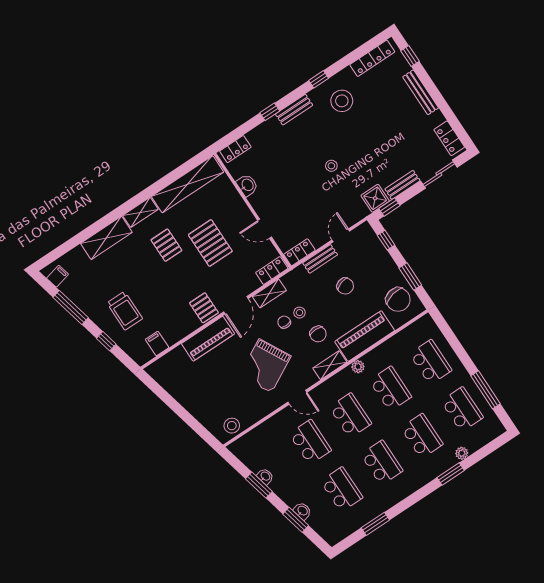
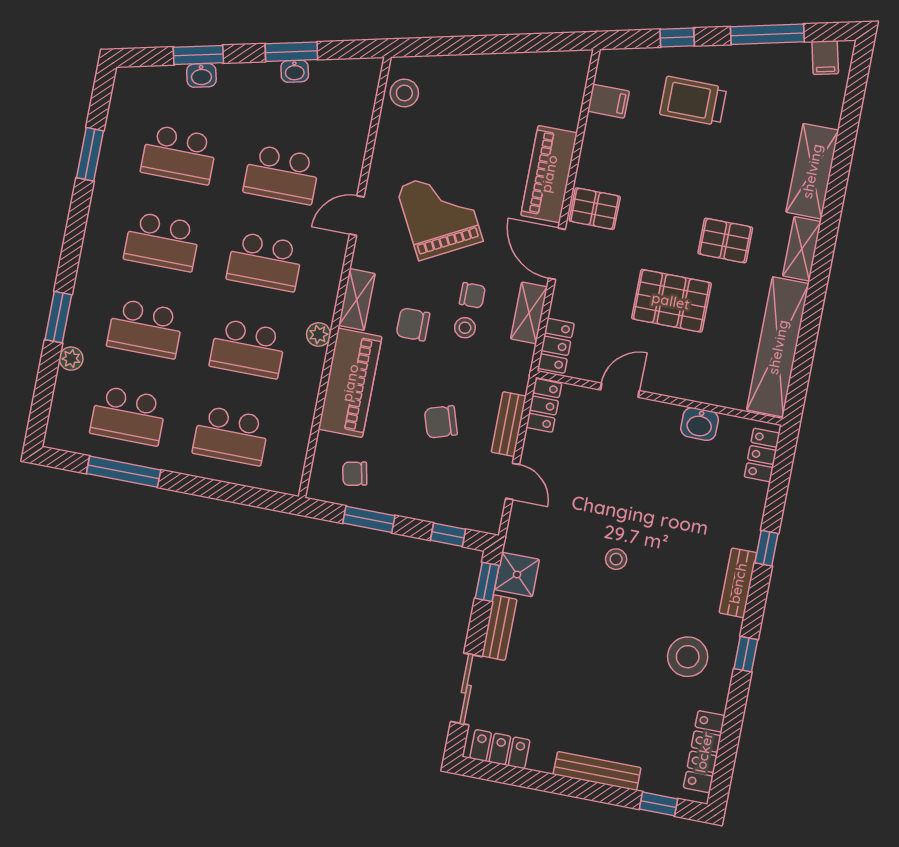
chair: (398, 300) -> (355, 474), width x0.54, depth x0.54

